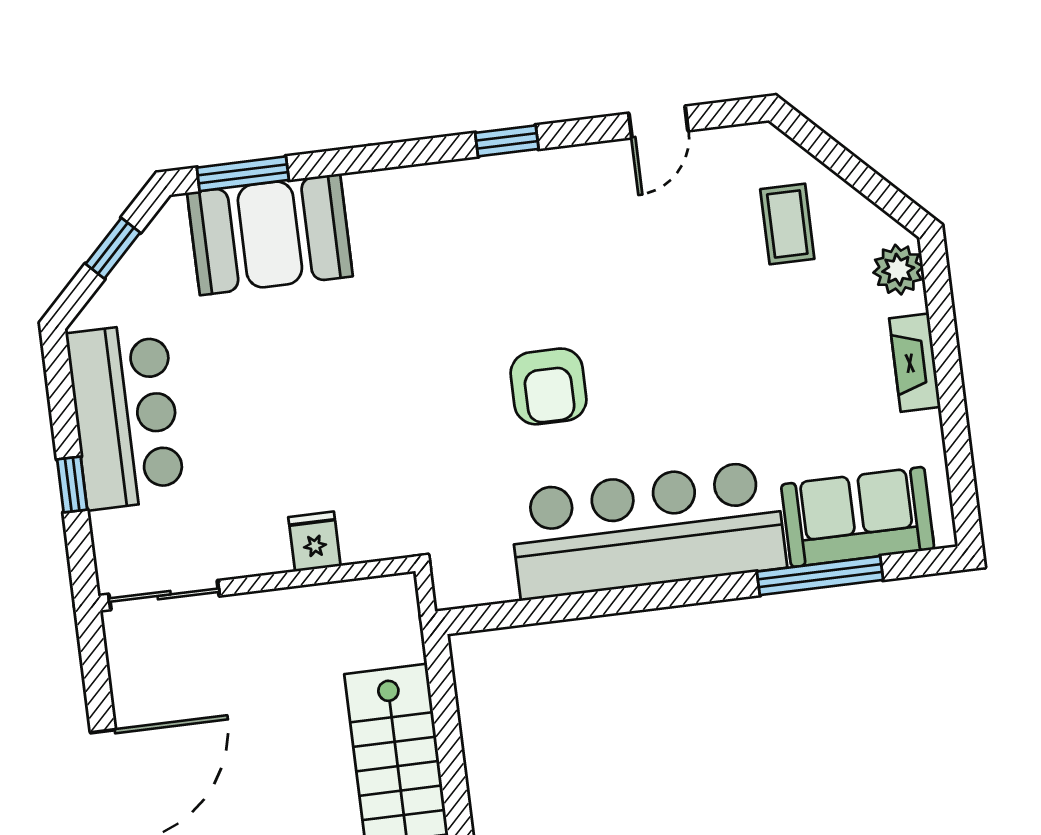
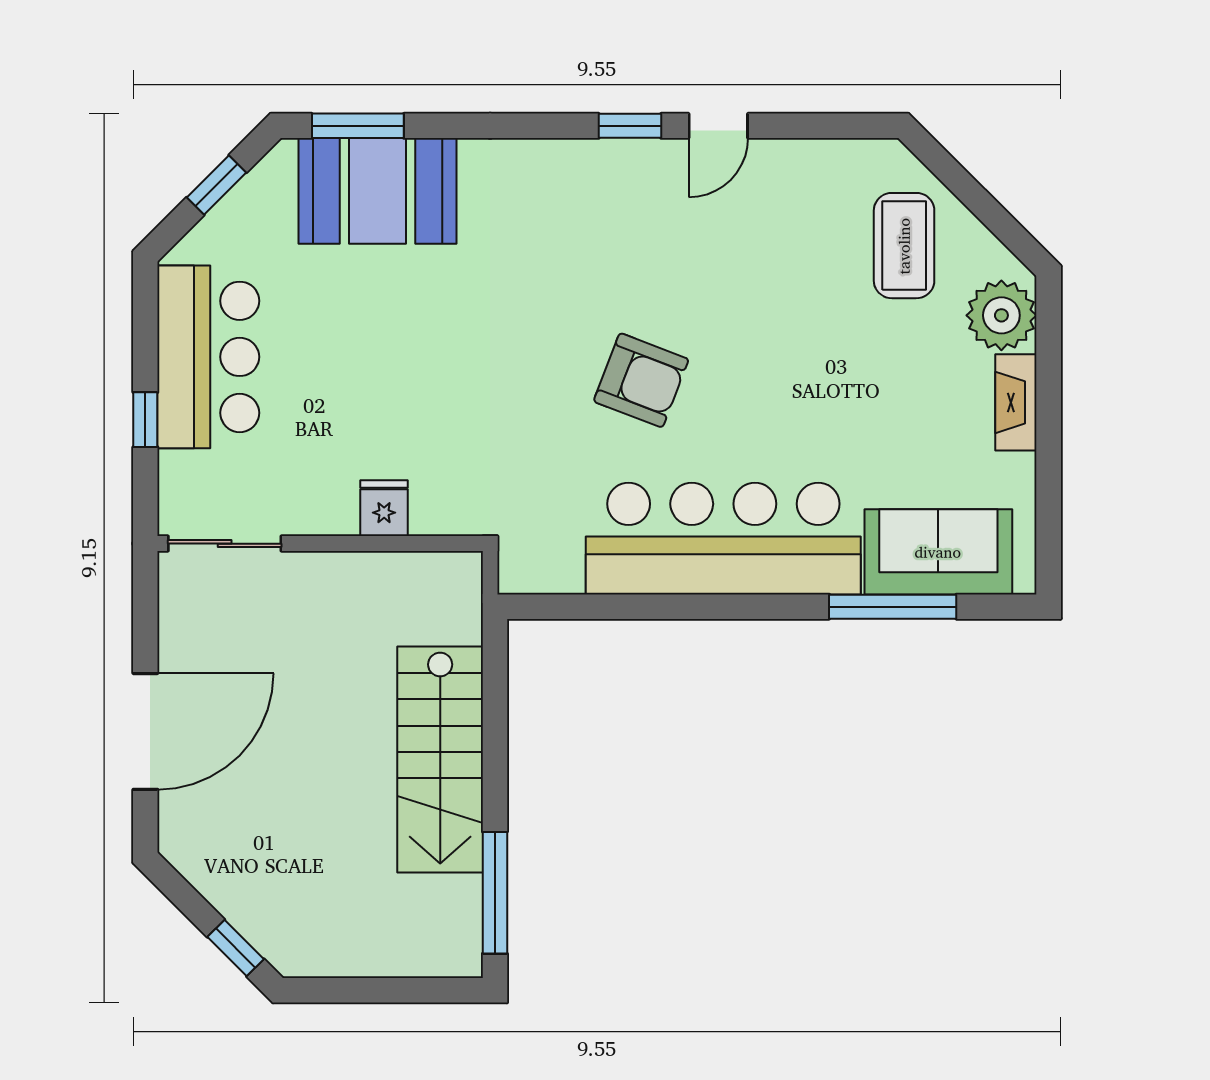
door: (658, 122) -> (718, 126), moved
coffee table: (787, 224) -> (904, 246), width x1.36, depth x1.30
plant: (898, 270) -> (1001, 315), width x1.36, depth x1.36
armchair: (549, 386) -> (641, 380), turned -69

